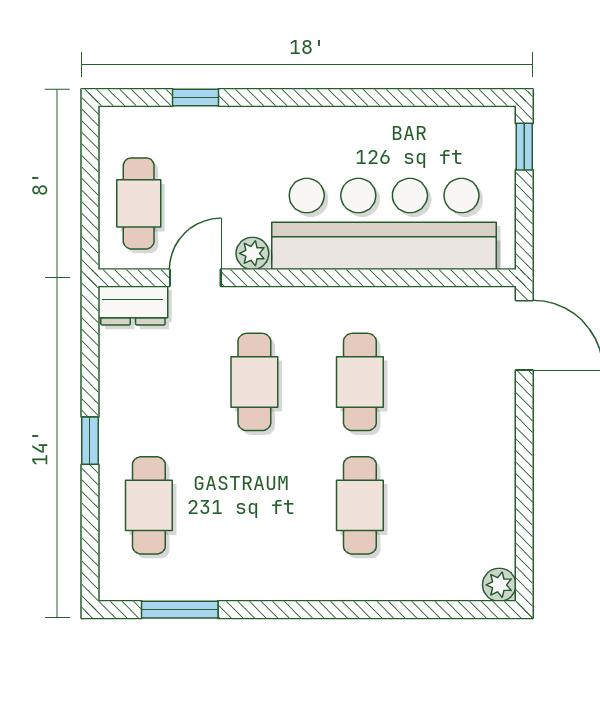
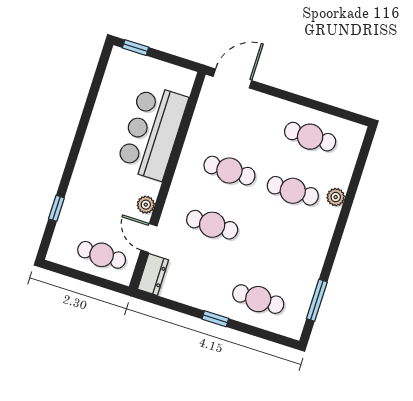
bar counter: (384, 224) -> (152, 132), width x0.73
cafe table: (465, 505) -> (310, 137), added
plant: (499, 585) -> (336, 197), moved

